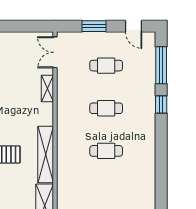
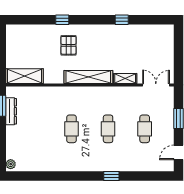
window: (161, 65) -> (145, 176), removed
shelving: (46, 155) -> (88, 77), moved

